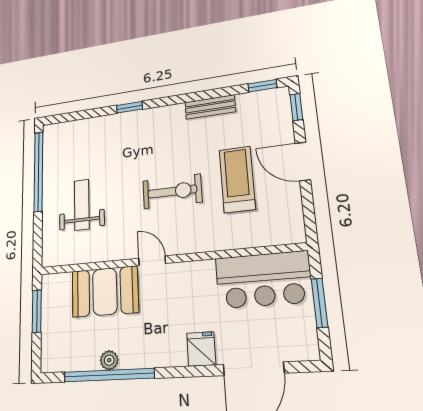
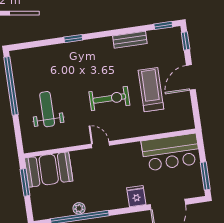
door: (303, 162) -> (191, 77), hinge flipped
booth: (105, 292) -> (49, 170), moved
window: (319, 303) -> (205, 176), moved

